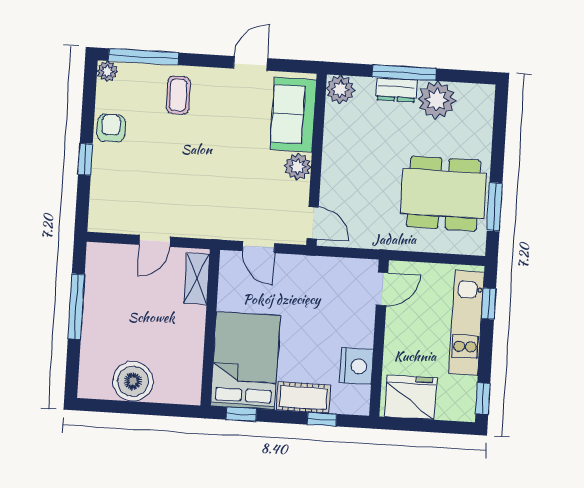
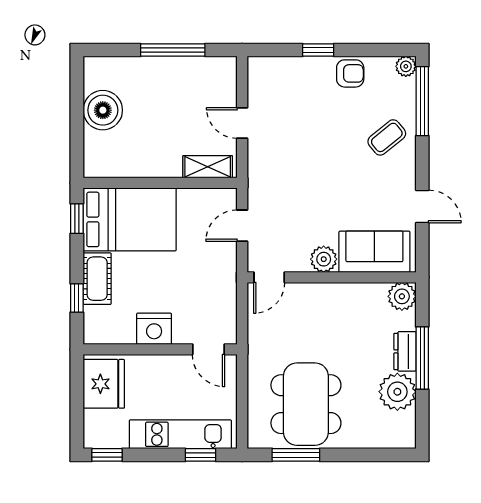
coffee table: (178, 95) -> (387, 137), turned -39
nightstand: (356, 366) -> (154, 329), moved

